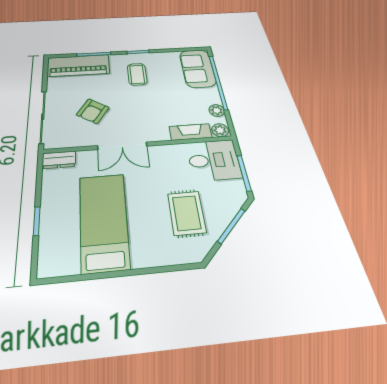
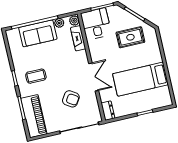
sofa: (198, 68) -> (38, 33), moved

